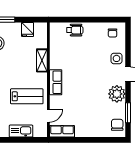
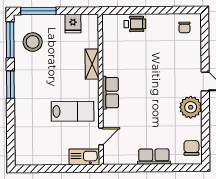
side table: (116, 58) -> (190, 61), removed
window: (128, 113) -> (205, 132), removed
kitchen sink: (21, 131) -> (84, 157), moved
row of seats: (62, 131) -> (154, 157), moved

